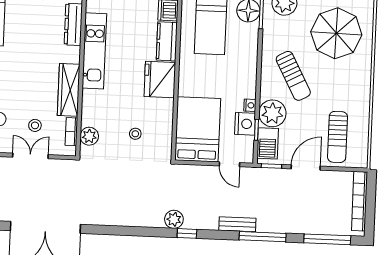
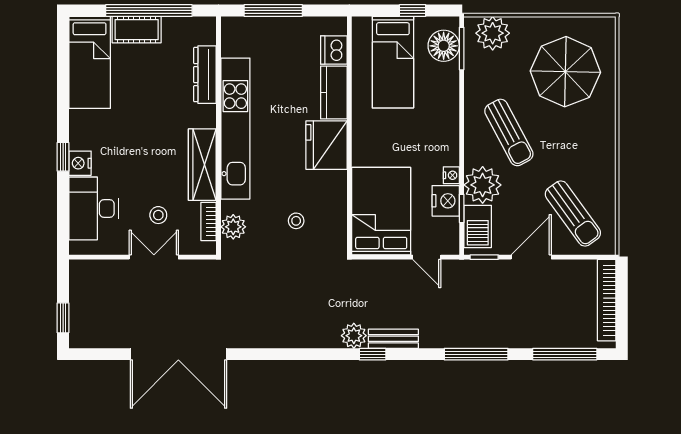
kitchen unit: (94, 51) -> (235, 129), width x1.36
sun lounger: (337, 137) -> (573, 214), turned -36
bench: (237, 224) -> (393, 339), moved

